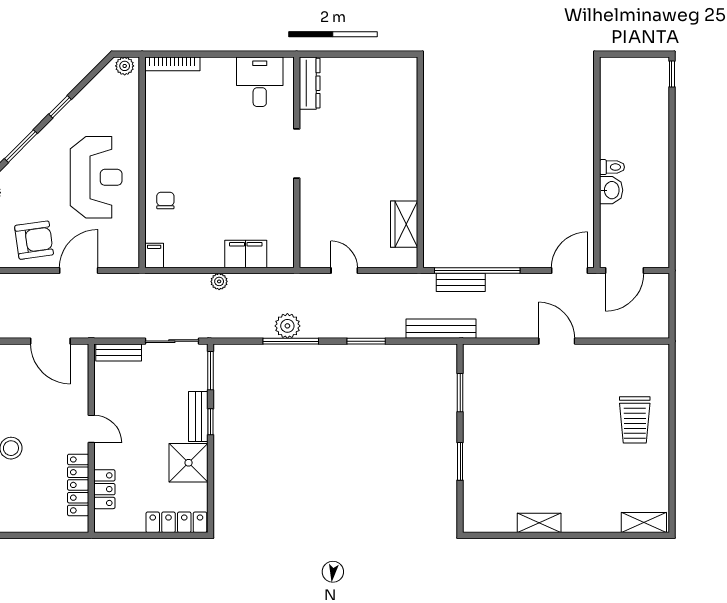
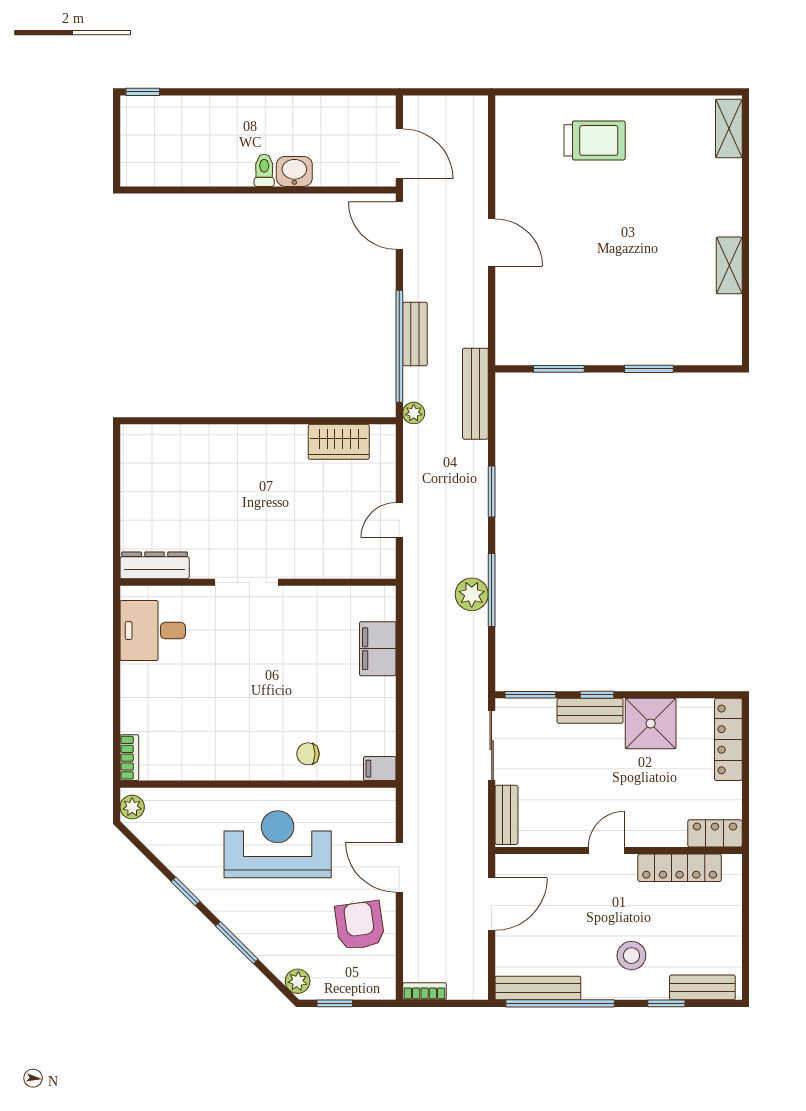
bookcase: (172, 64) -> (129, 758), width x0.64
plant: (219, 281) -> (414, 413), moved
bench: (461, 282) -> (415, 334), moved
door: (557, 341) -> (492, 242), swing flipped
locker: (104, 489) -> (715, 833), moved

